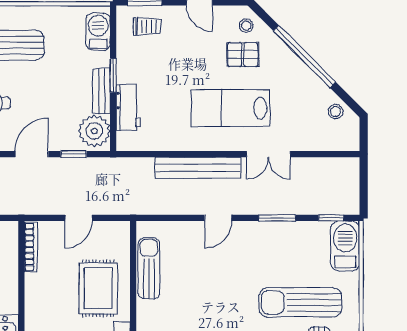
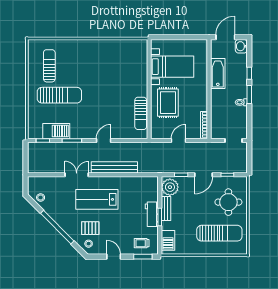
workbench: (128, 108) -> (152, 214), moved
lab bench: (230, 108) -> (97, 199), turned 180
barbecue: (345, 246) -> (56, 131), moved, turned -90

